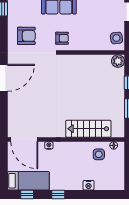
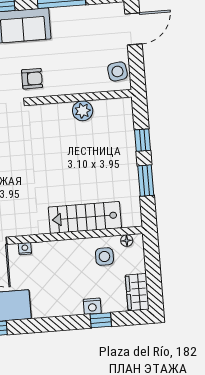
plant: (118, 61) -> (83, 111), moved
wardrobe: (118, 179) -> (137, 292), added
window: (58, 195) -> (101, 320), moved

